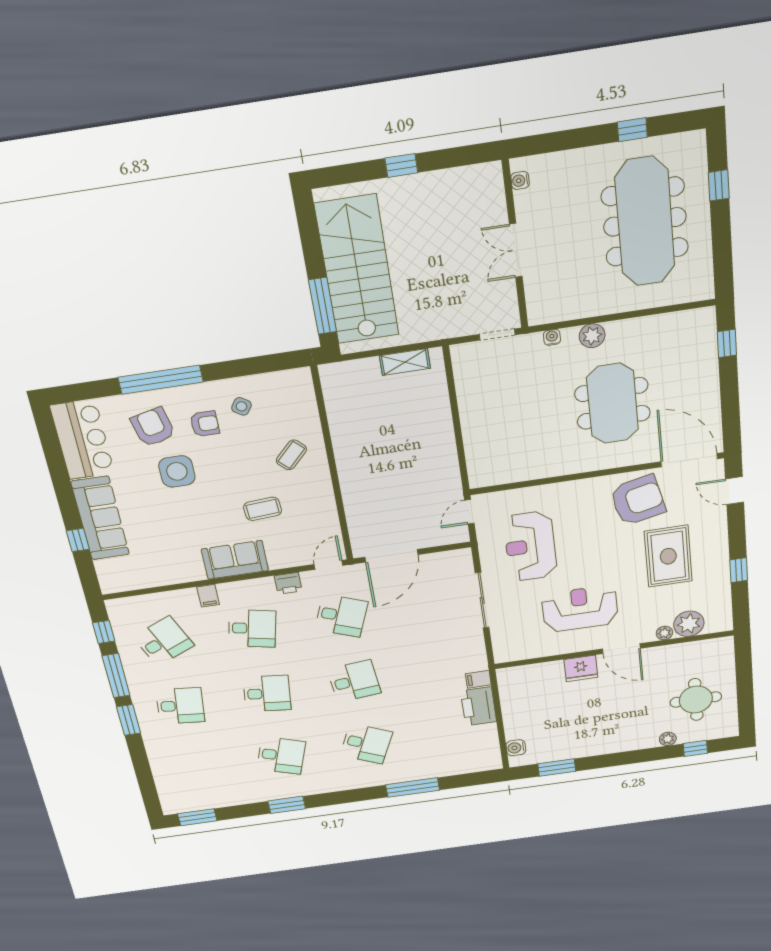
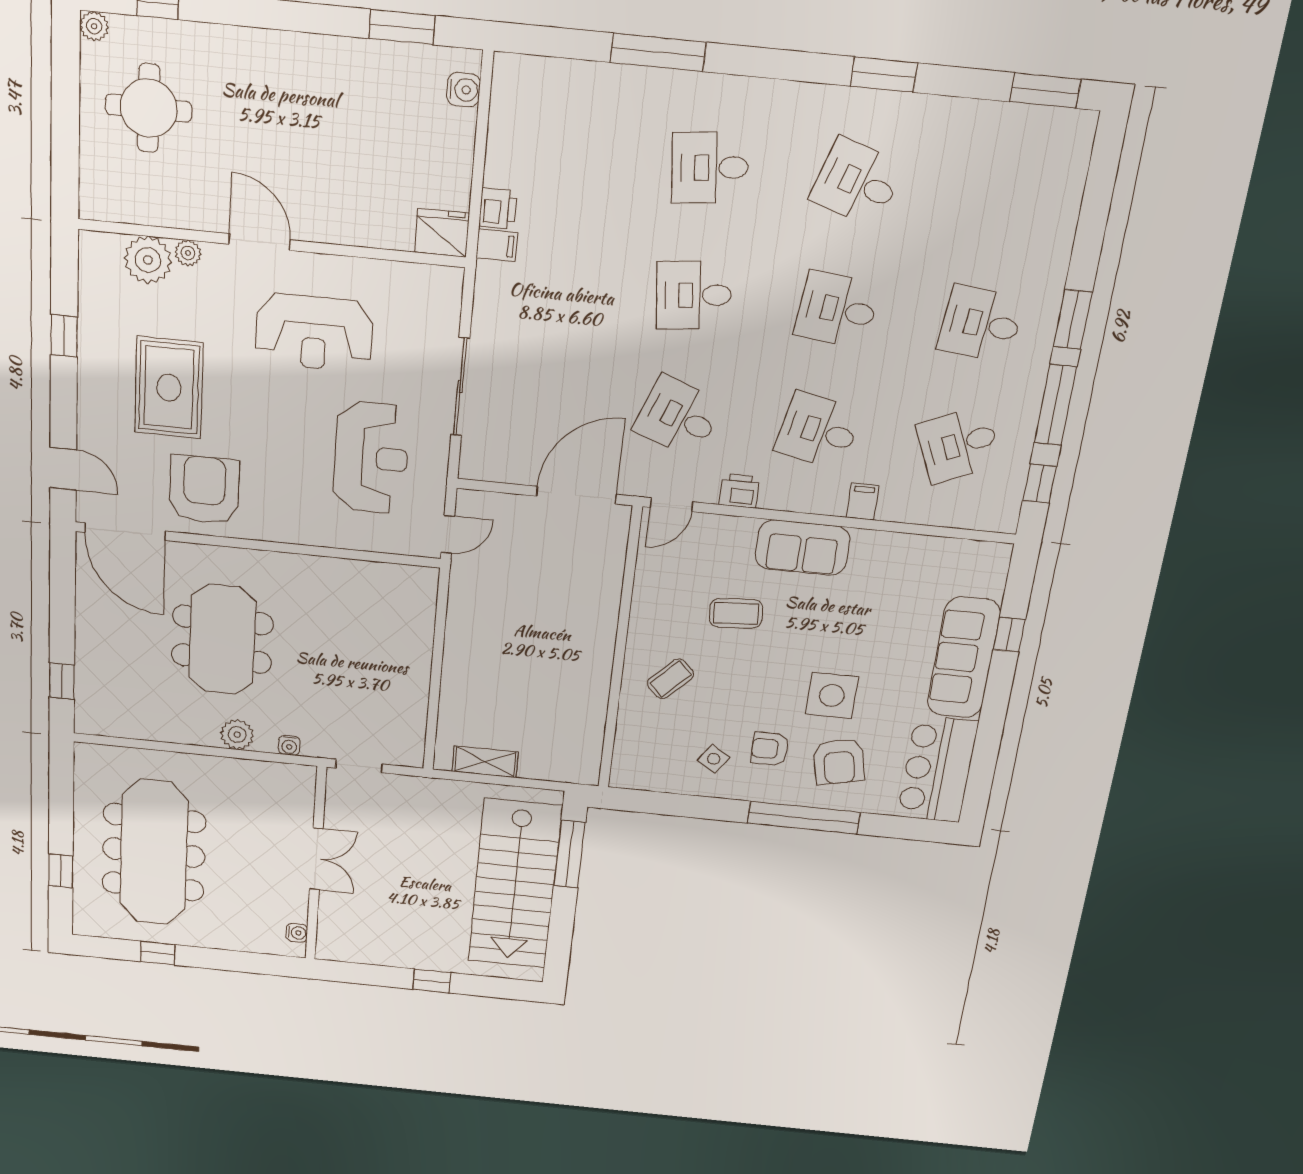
armchair: (638, 500) -> (204, 490), turned 103
fridge: (581, 668) -> (442, 233), moved
printer: (479, 706) -> (498, 208), width x0.53, depth x0.68
plant: (668, 739) -> (94, 26), moved
desk: (366, 744) -> (710, 168), turned -30

